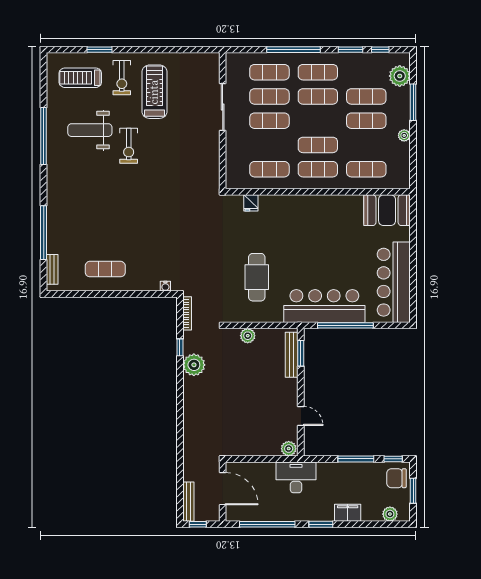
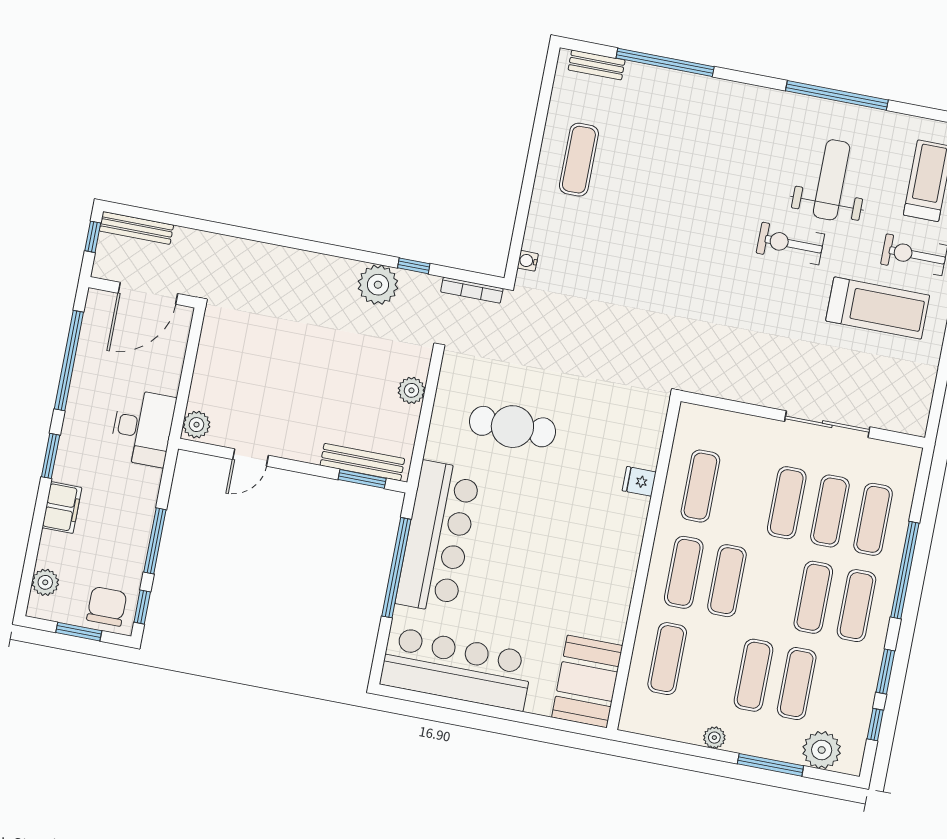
fridge: (251, 203) -> (639, 481), moved

